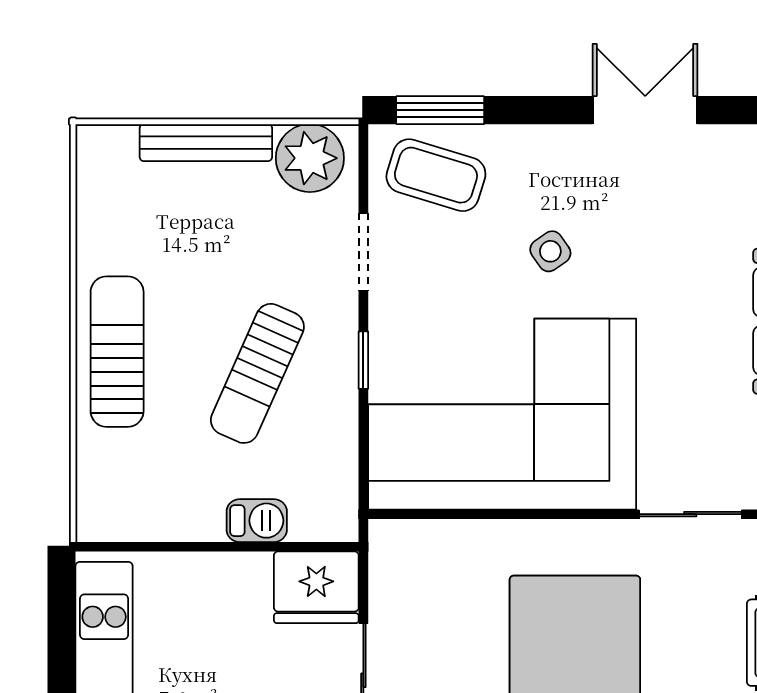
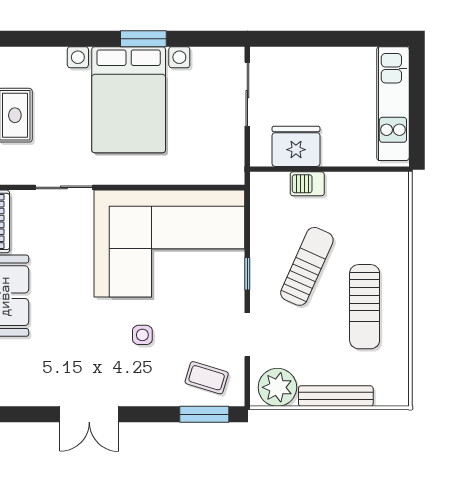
coffee table: (436, 175) -> (207, 378), width x0.73, depth x0.77
side table: (550, 251) -> (142, 335), turned 35
sun lounger: (117, 352) -> (365, 307), moved
fridge: (316, 587) -> (296, 146), moved

